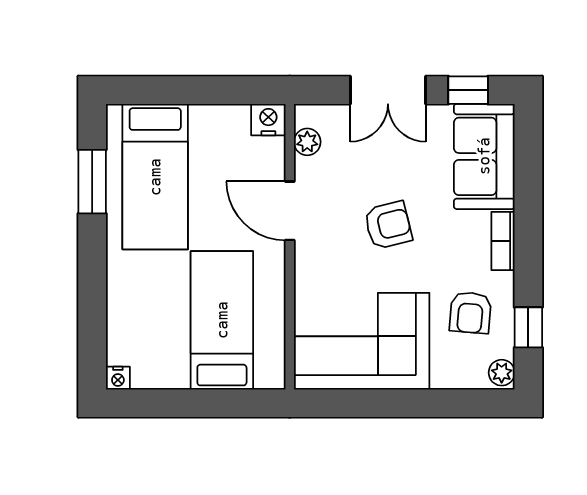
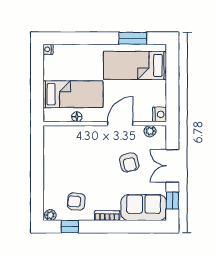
armchair: (388, 225) -> (129, 162), moved
floor lamp: (274, 311) -> (77, 117), added
corner sofa: (362, 341) -> (64, 155), removed

